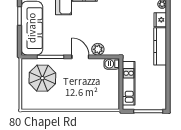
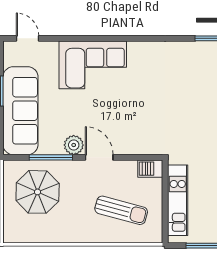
plant: (98, 49) -> (74, 145), moved
sun lounger: (94, 89) -> (121, 210), added

